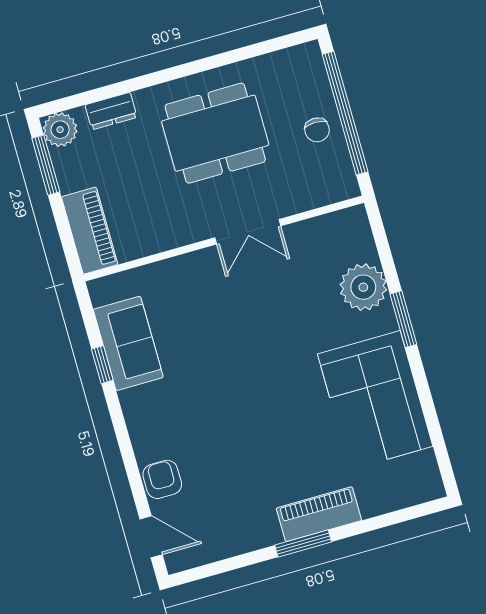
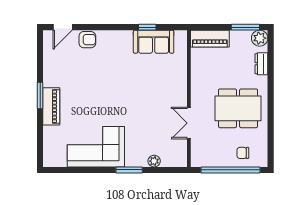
chair: (317, 130) -> (243, 153), moved
dining table: (215, 133) -> (238, 108), turned 90
double door: (248, 232) -> (189, 123), moved
plant: (363, 287) -> (154, 161), width x0.53, depth x0.53

